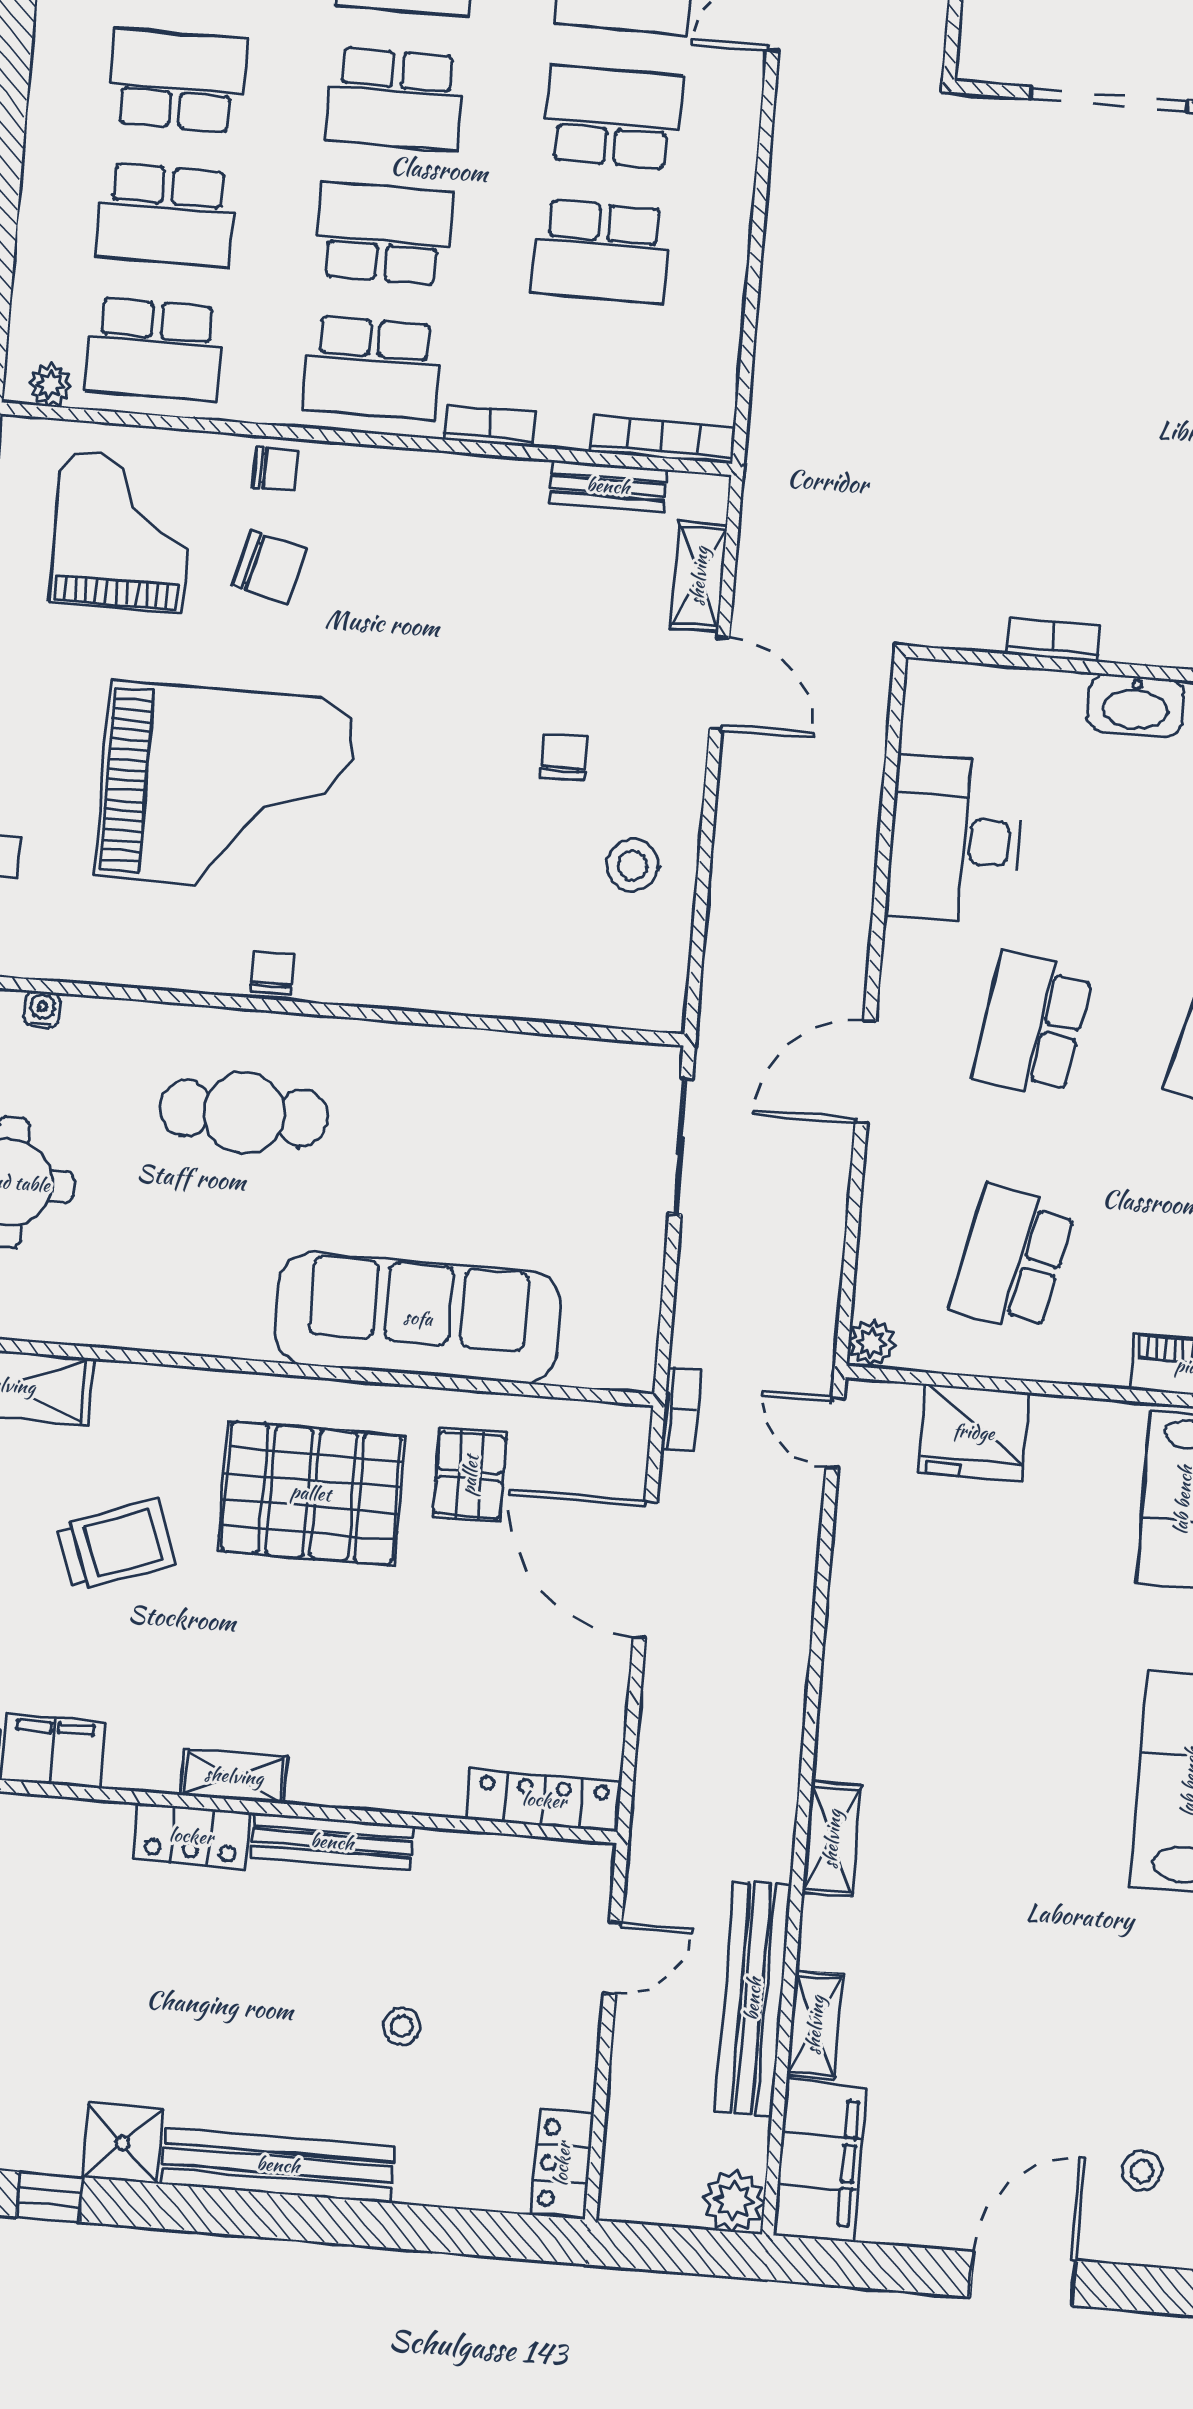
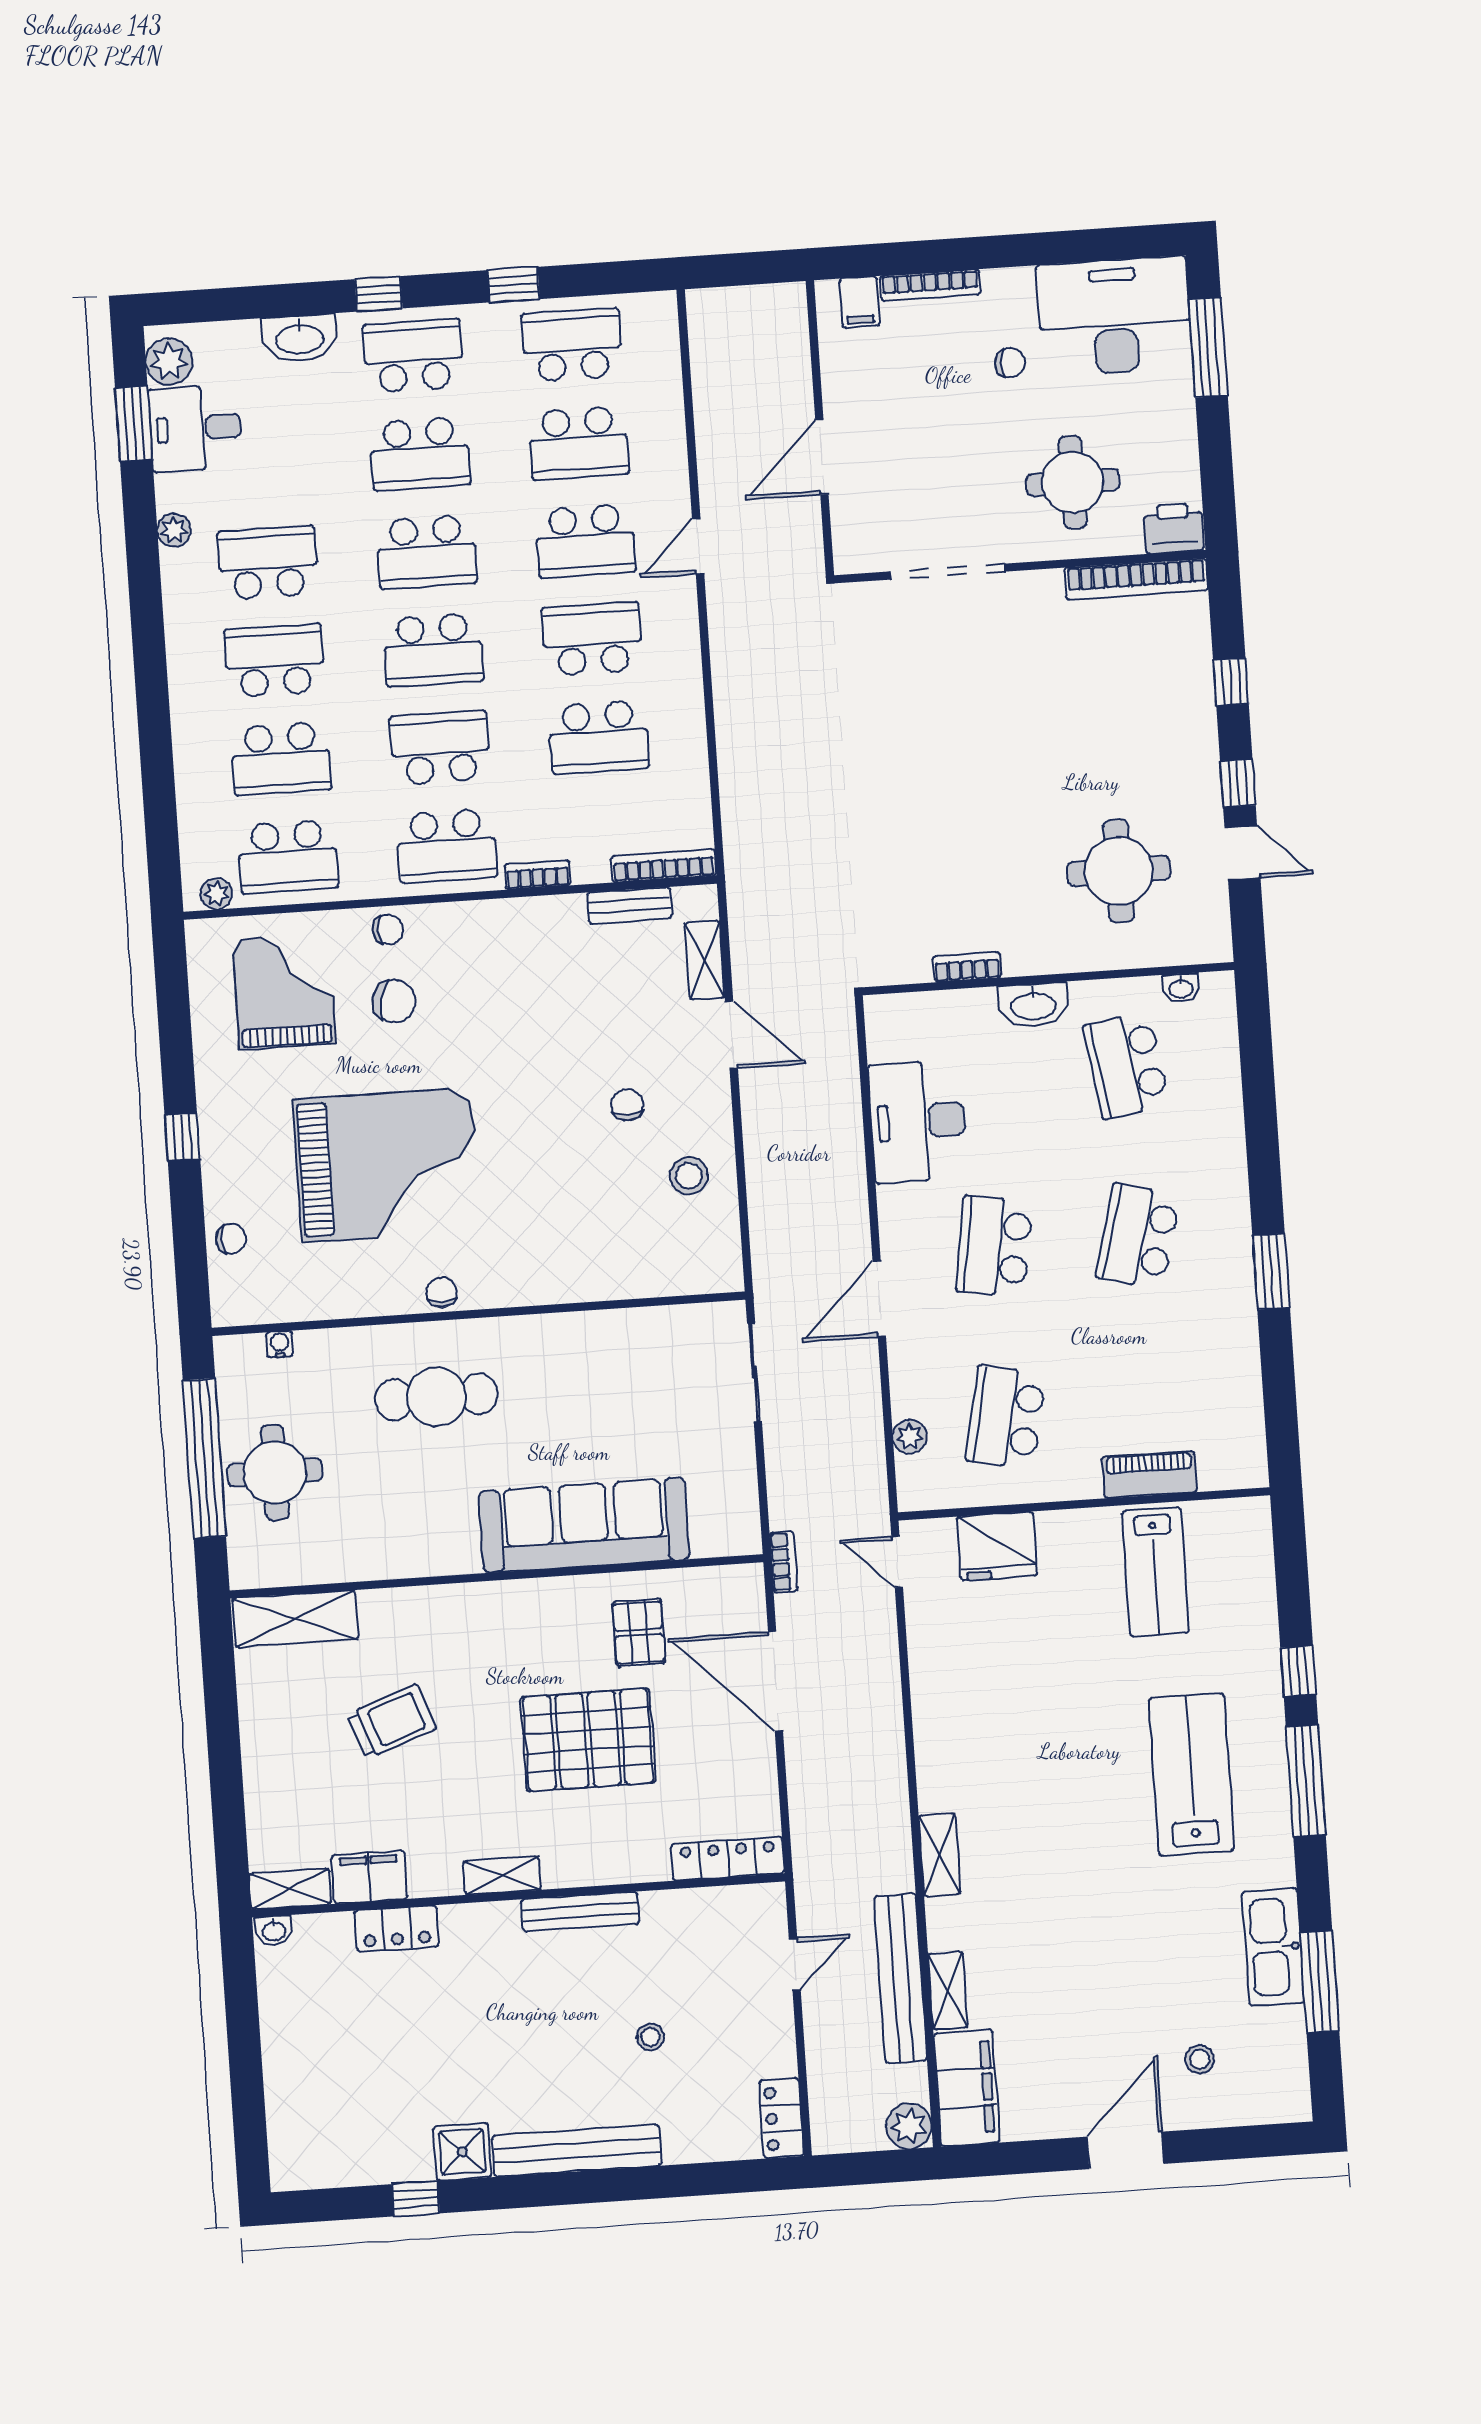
plant: (872, 1343) -> (910, 1437), moved
pallet: (311, 1493) -> (588, 1740), moved
locker: (191, 1836) -> (397, 1929), moved

